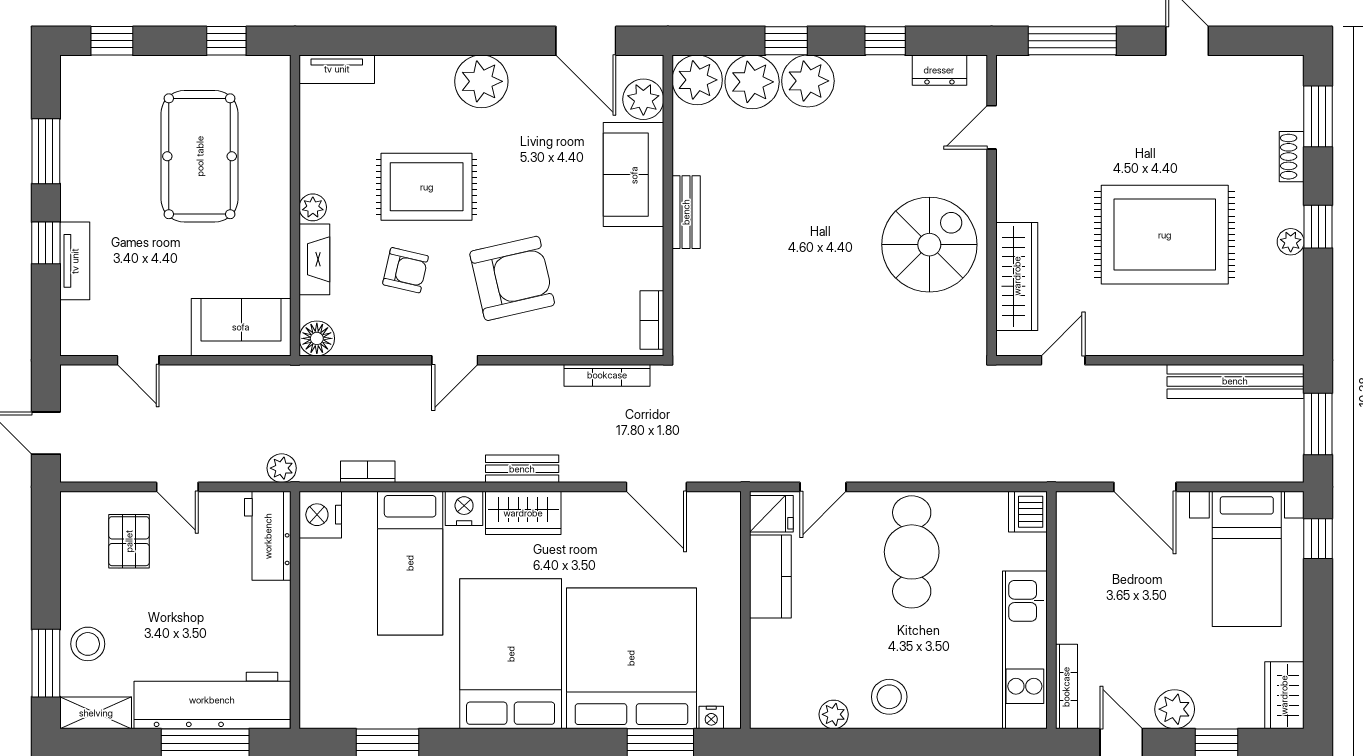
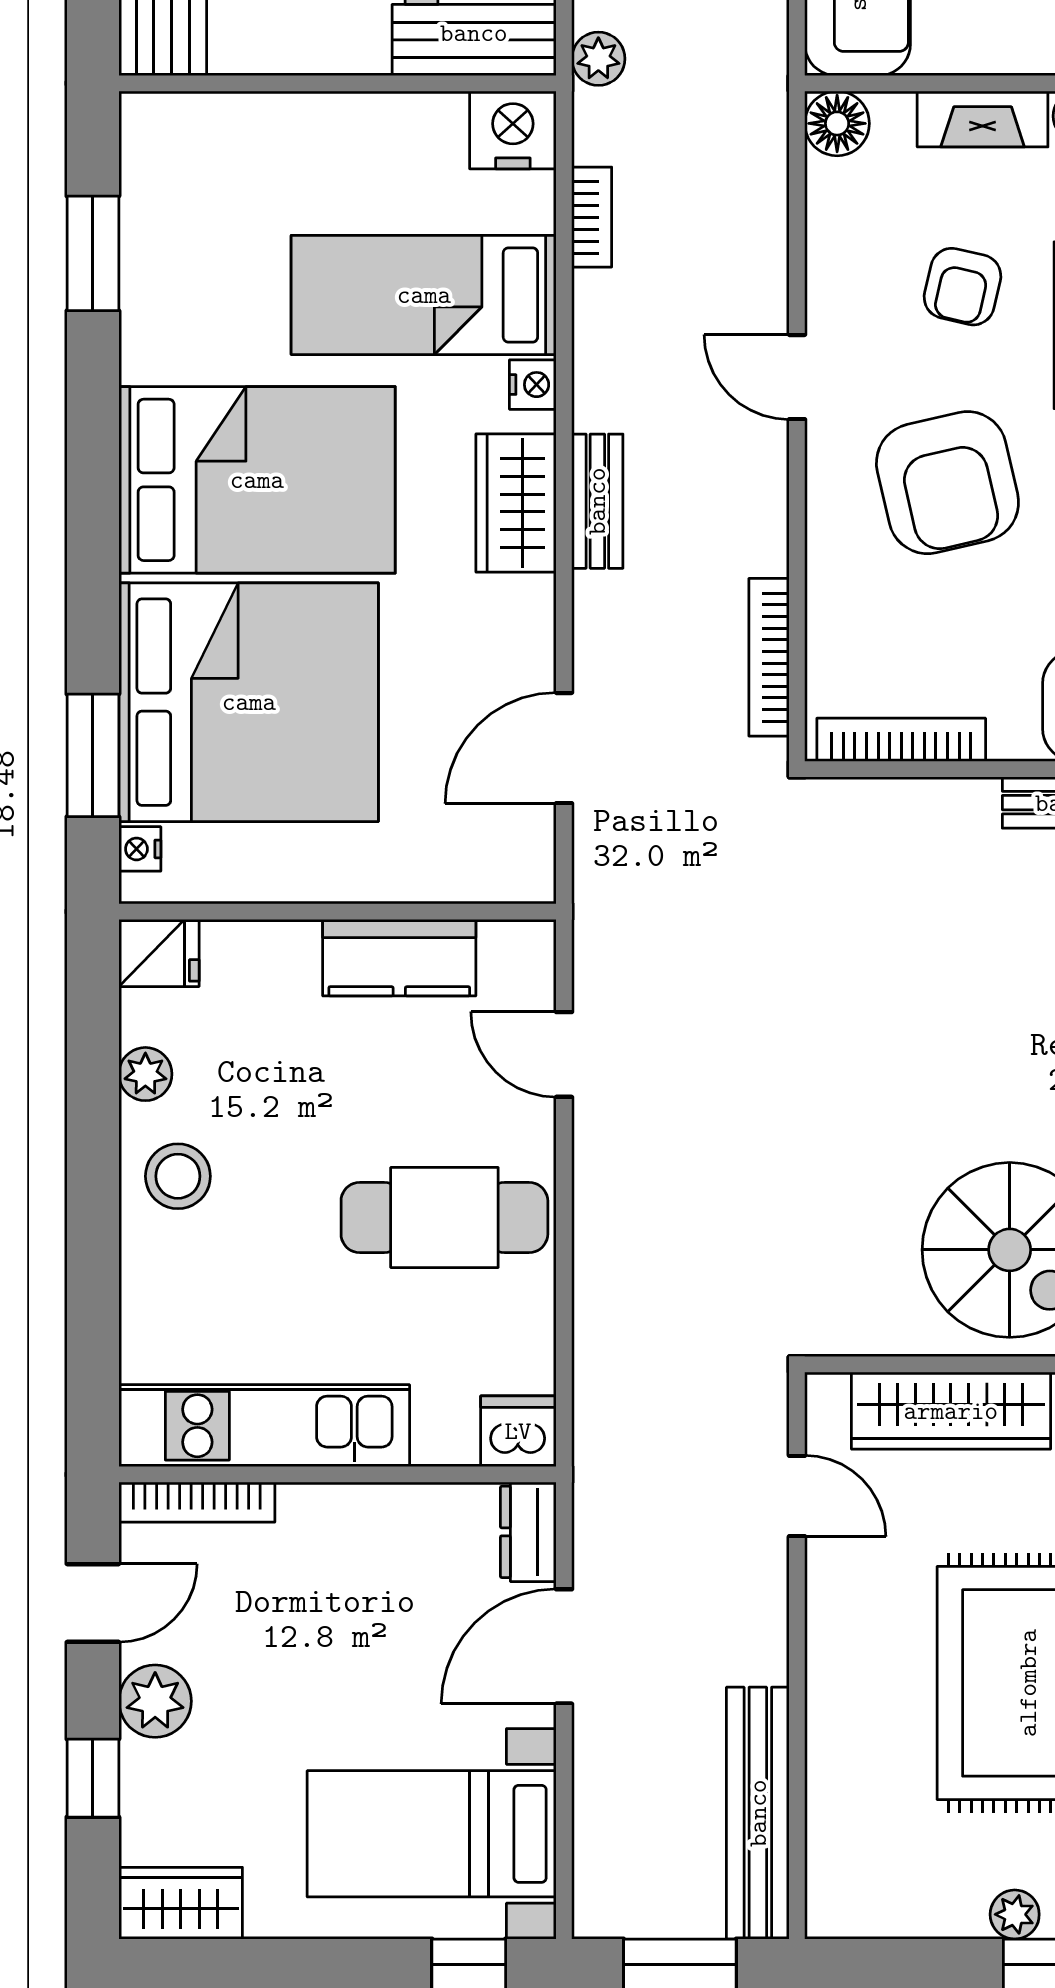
bookcase: (652, 320) -> (901, 740), width x1.56
dresser: (1083, 506) -> (528, 1532), added
nightstand: (464, 508) -> (533, 385), width x0.72, depth x0.74
fridge: (771, 514) -> (159, 953), moved, turned -90

